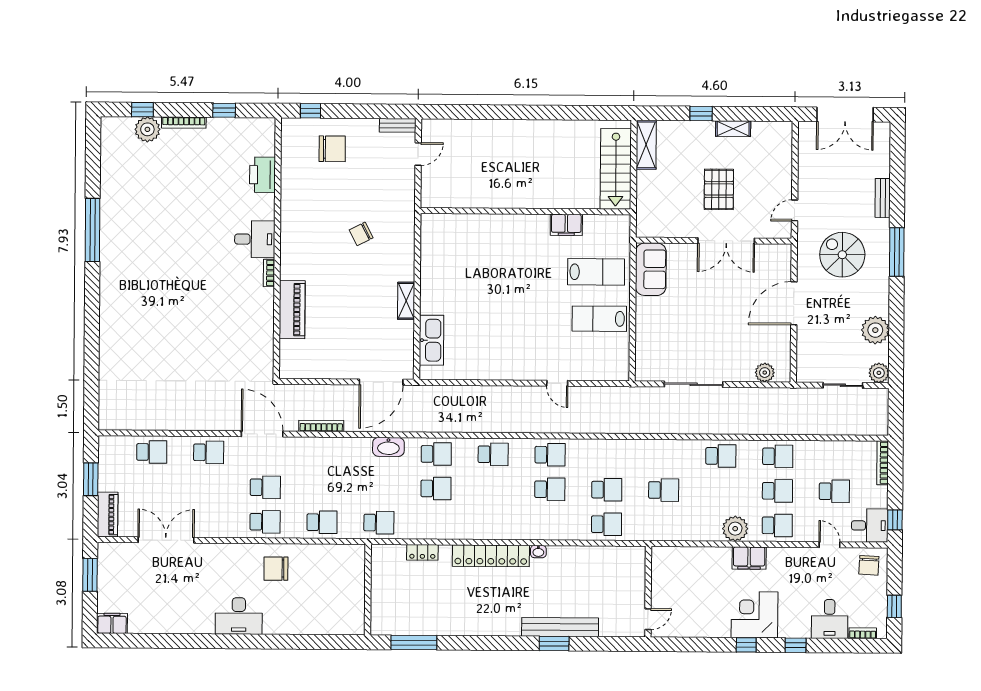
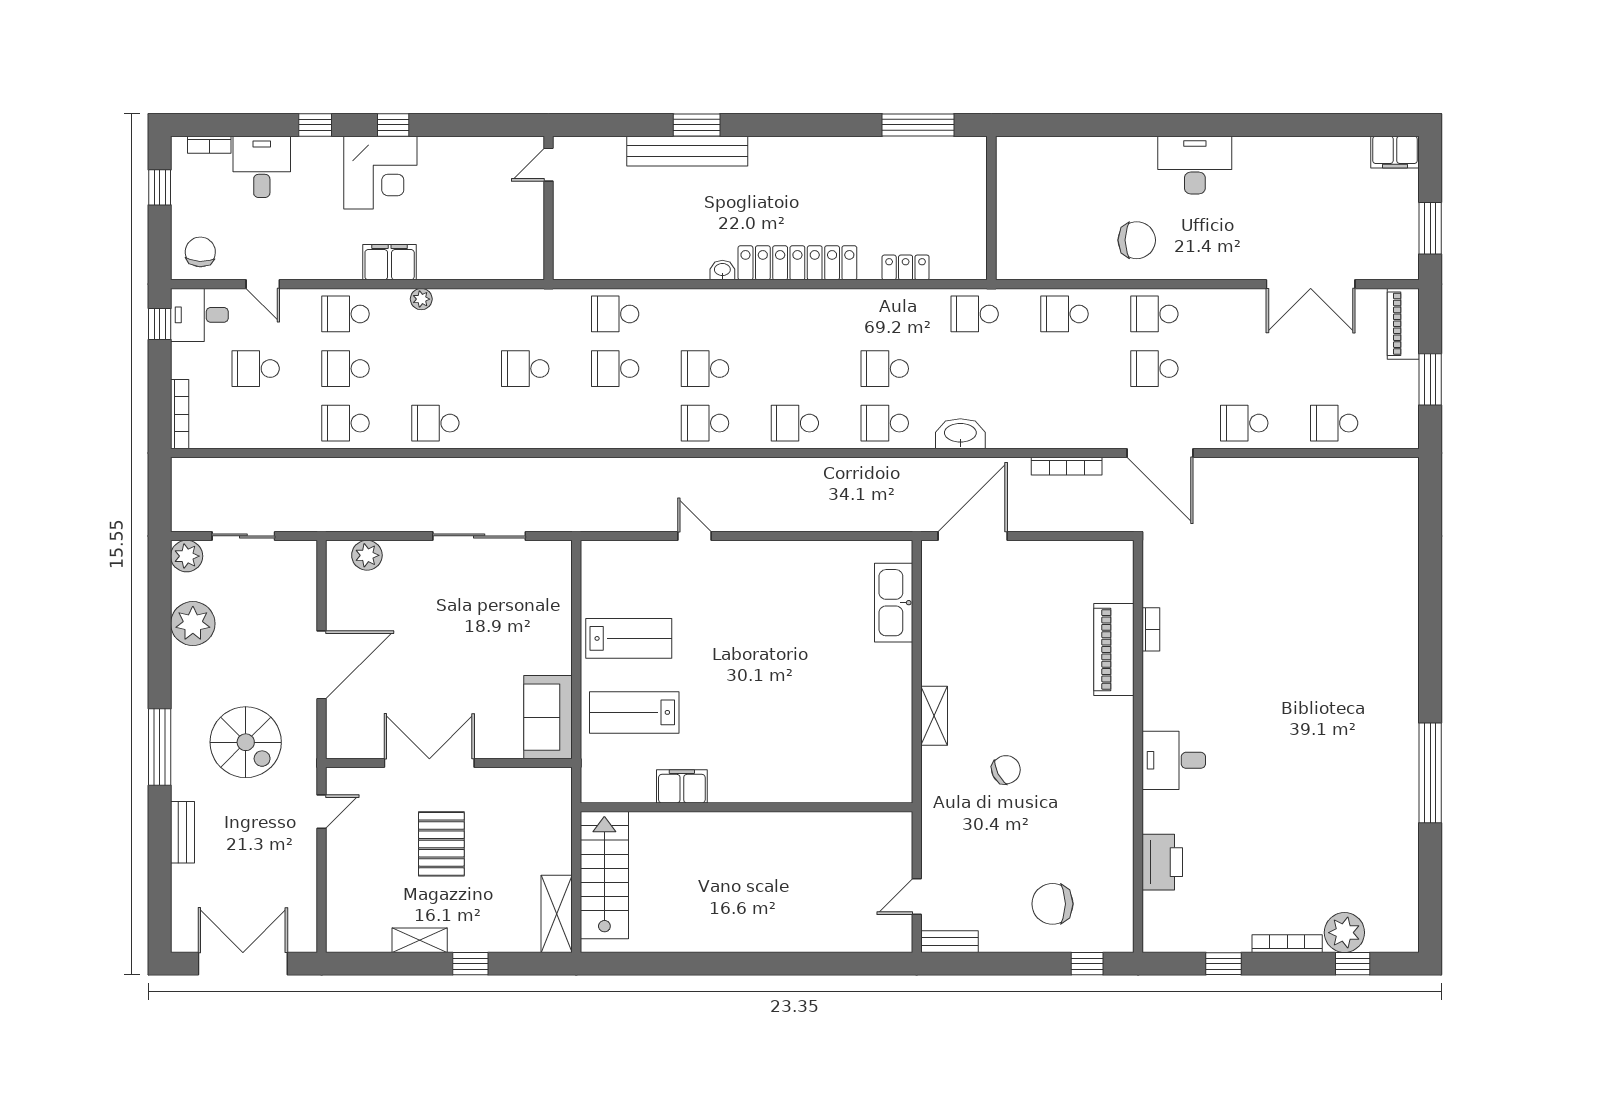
bookcase: (269, 273) -> (1151, 629), moved
shelving: (406, 301) -> (934, 716), moved
plant: (735, 529) -> (421, 299), width x0.53, depth x0.53

